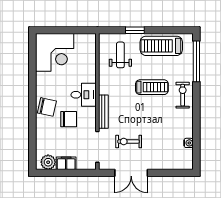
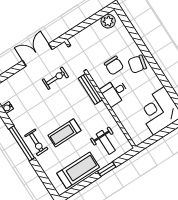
window: (196, 61) -> (22, 143), moved
chair: (69, 119) -> (114, 65), turned -90
filing cabinet: (66, 163) -> (93, 30), removed

